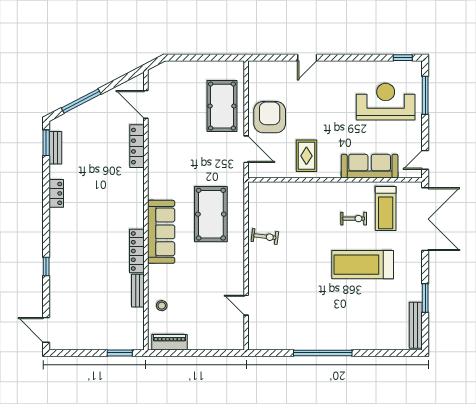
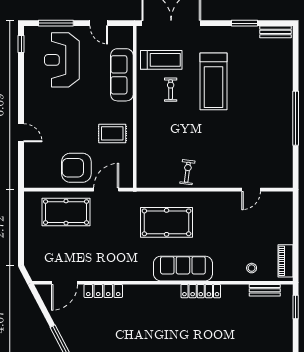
door: (425, 160) -> (99, 23), moved
bench: (138, 291) -> (265, 290), moved
bench: (416, 325) -> (275, 32), width x0.73

